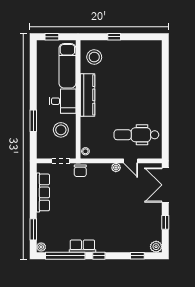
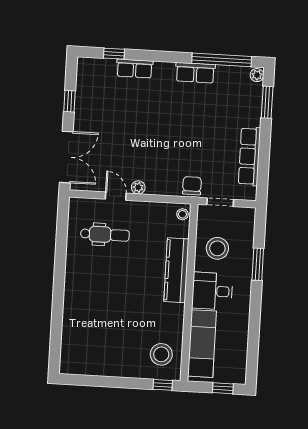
window: (114, 37) -> (163, 385), moved
kitchen counter: (87, 95) -> (176, 270), moved
dental chair: (136, 135) -> (105, 235), width x0.73, depth x0.72
row of seats: (123, 247) -> (135, 68), added
plant: (156, 247) -> (85, 66), removed
window: (99, 256) -> (172, 57), removed

